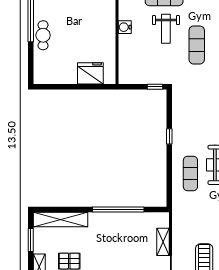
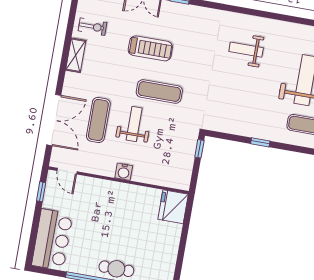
weight bench: (166, 29) -> (134, 124), turned -90
fridge: (90, 73) -> (173, 207), moved

